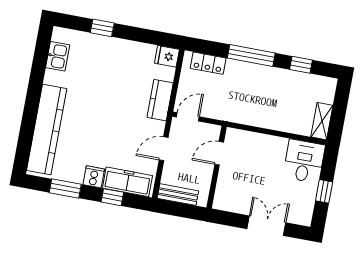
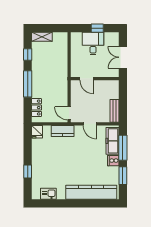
shelving: (322, 121) -> (42, 37), moved
door: (219, 153) -> (87, 79), moved
desk: (304, 161) -> (93, 44), moved, turned 90
wall: (217, 167) -> (95, 79), moved
window: (112, 197) -> (123, 148), width x2.17

